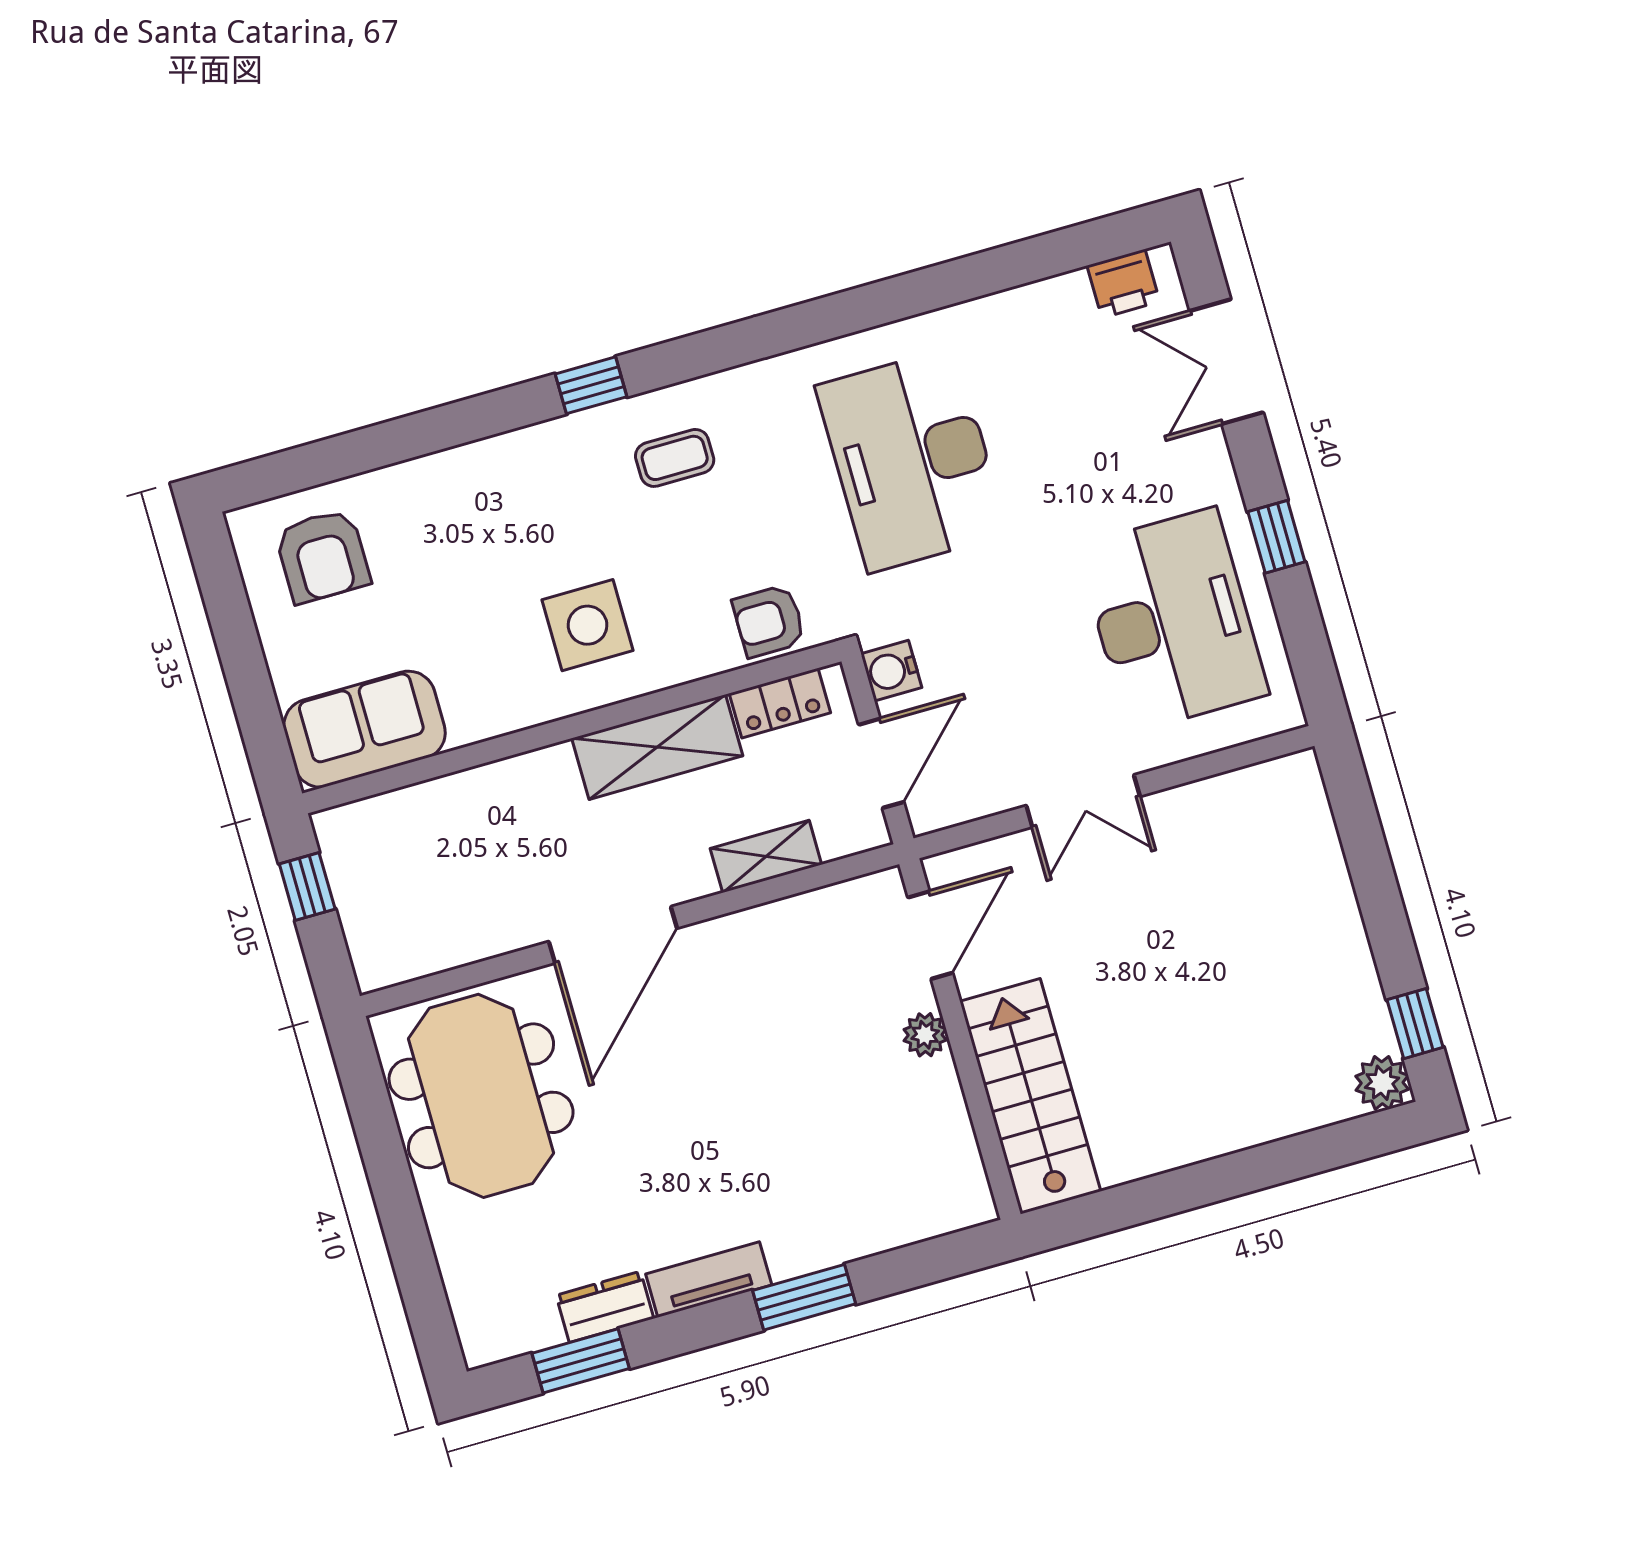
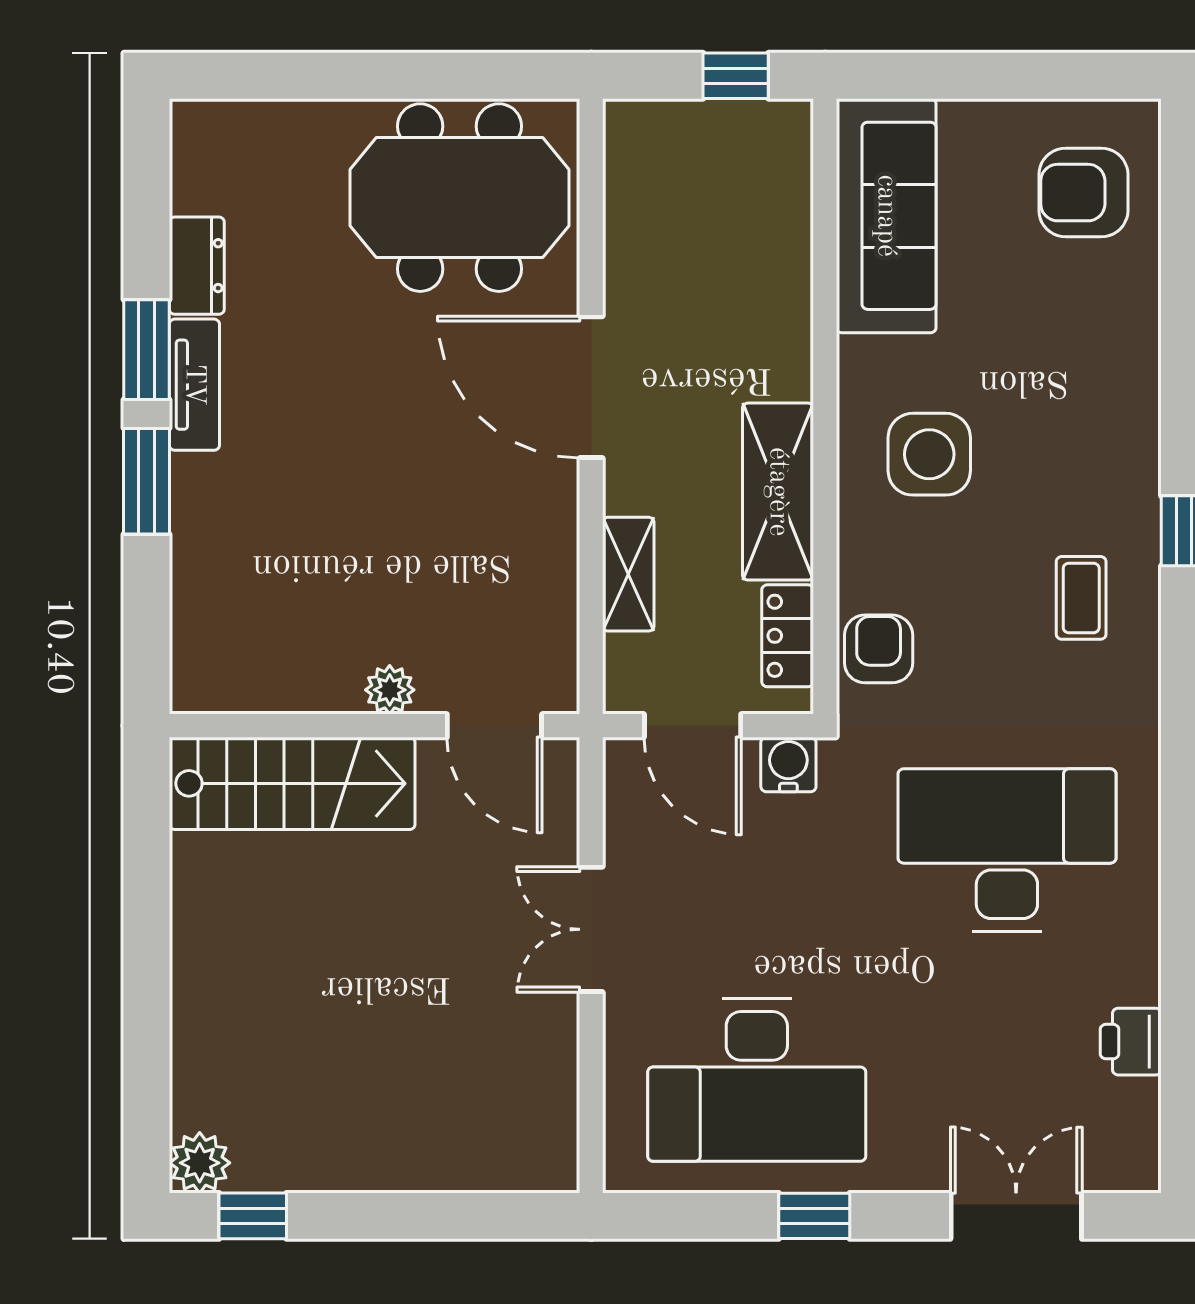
printer: (1123, 284) -> (1131, 1042), moved
sofa: (365, 729) -> (886, 216), width x1.36
window: (581, 1361) -> (147, 350), moved

